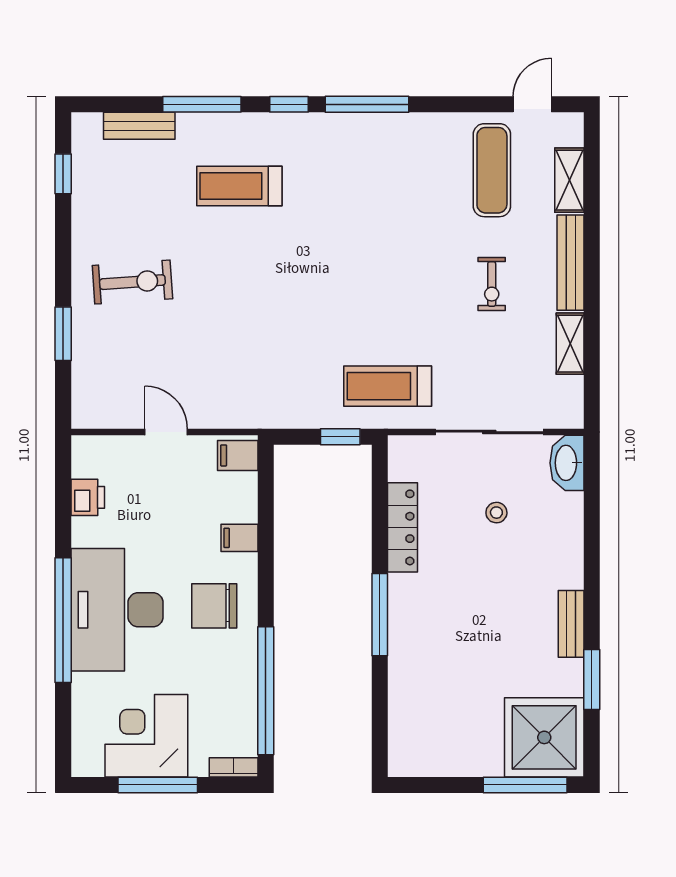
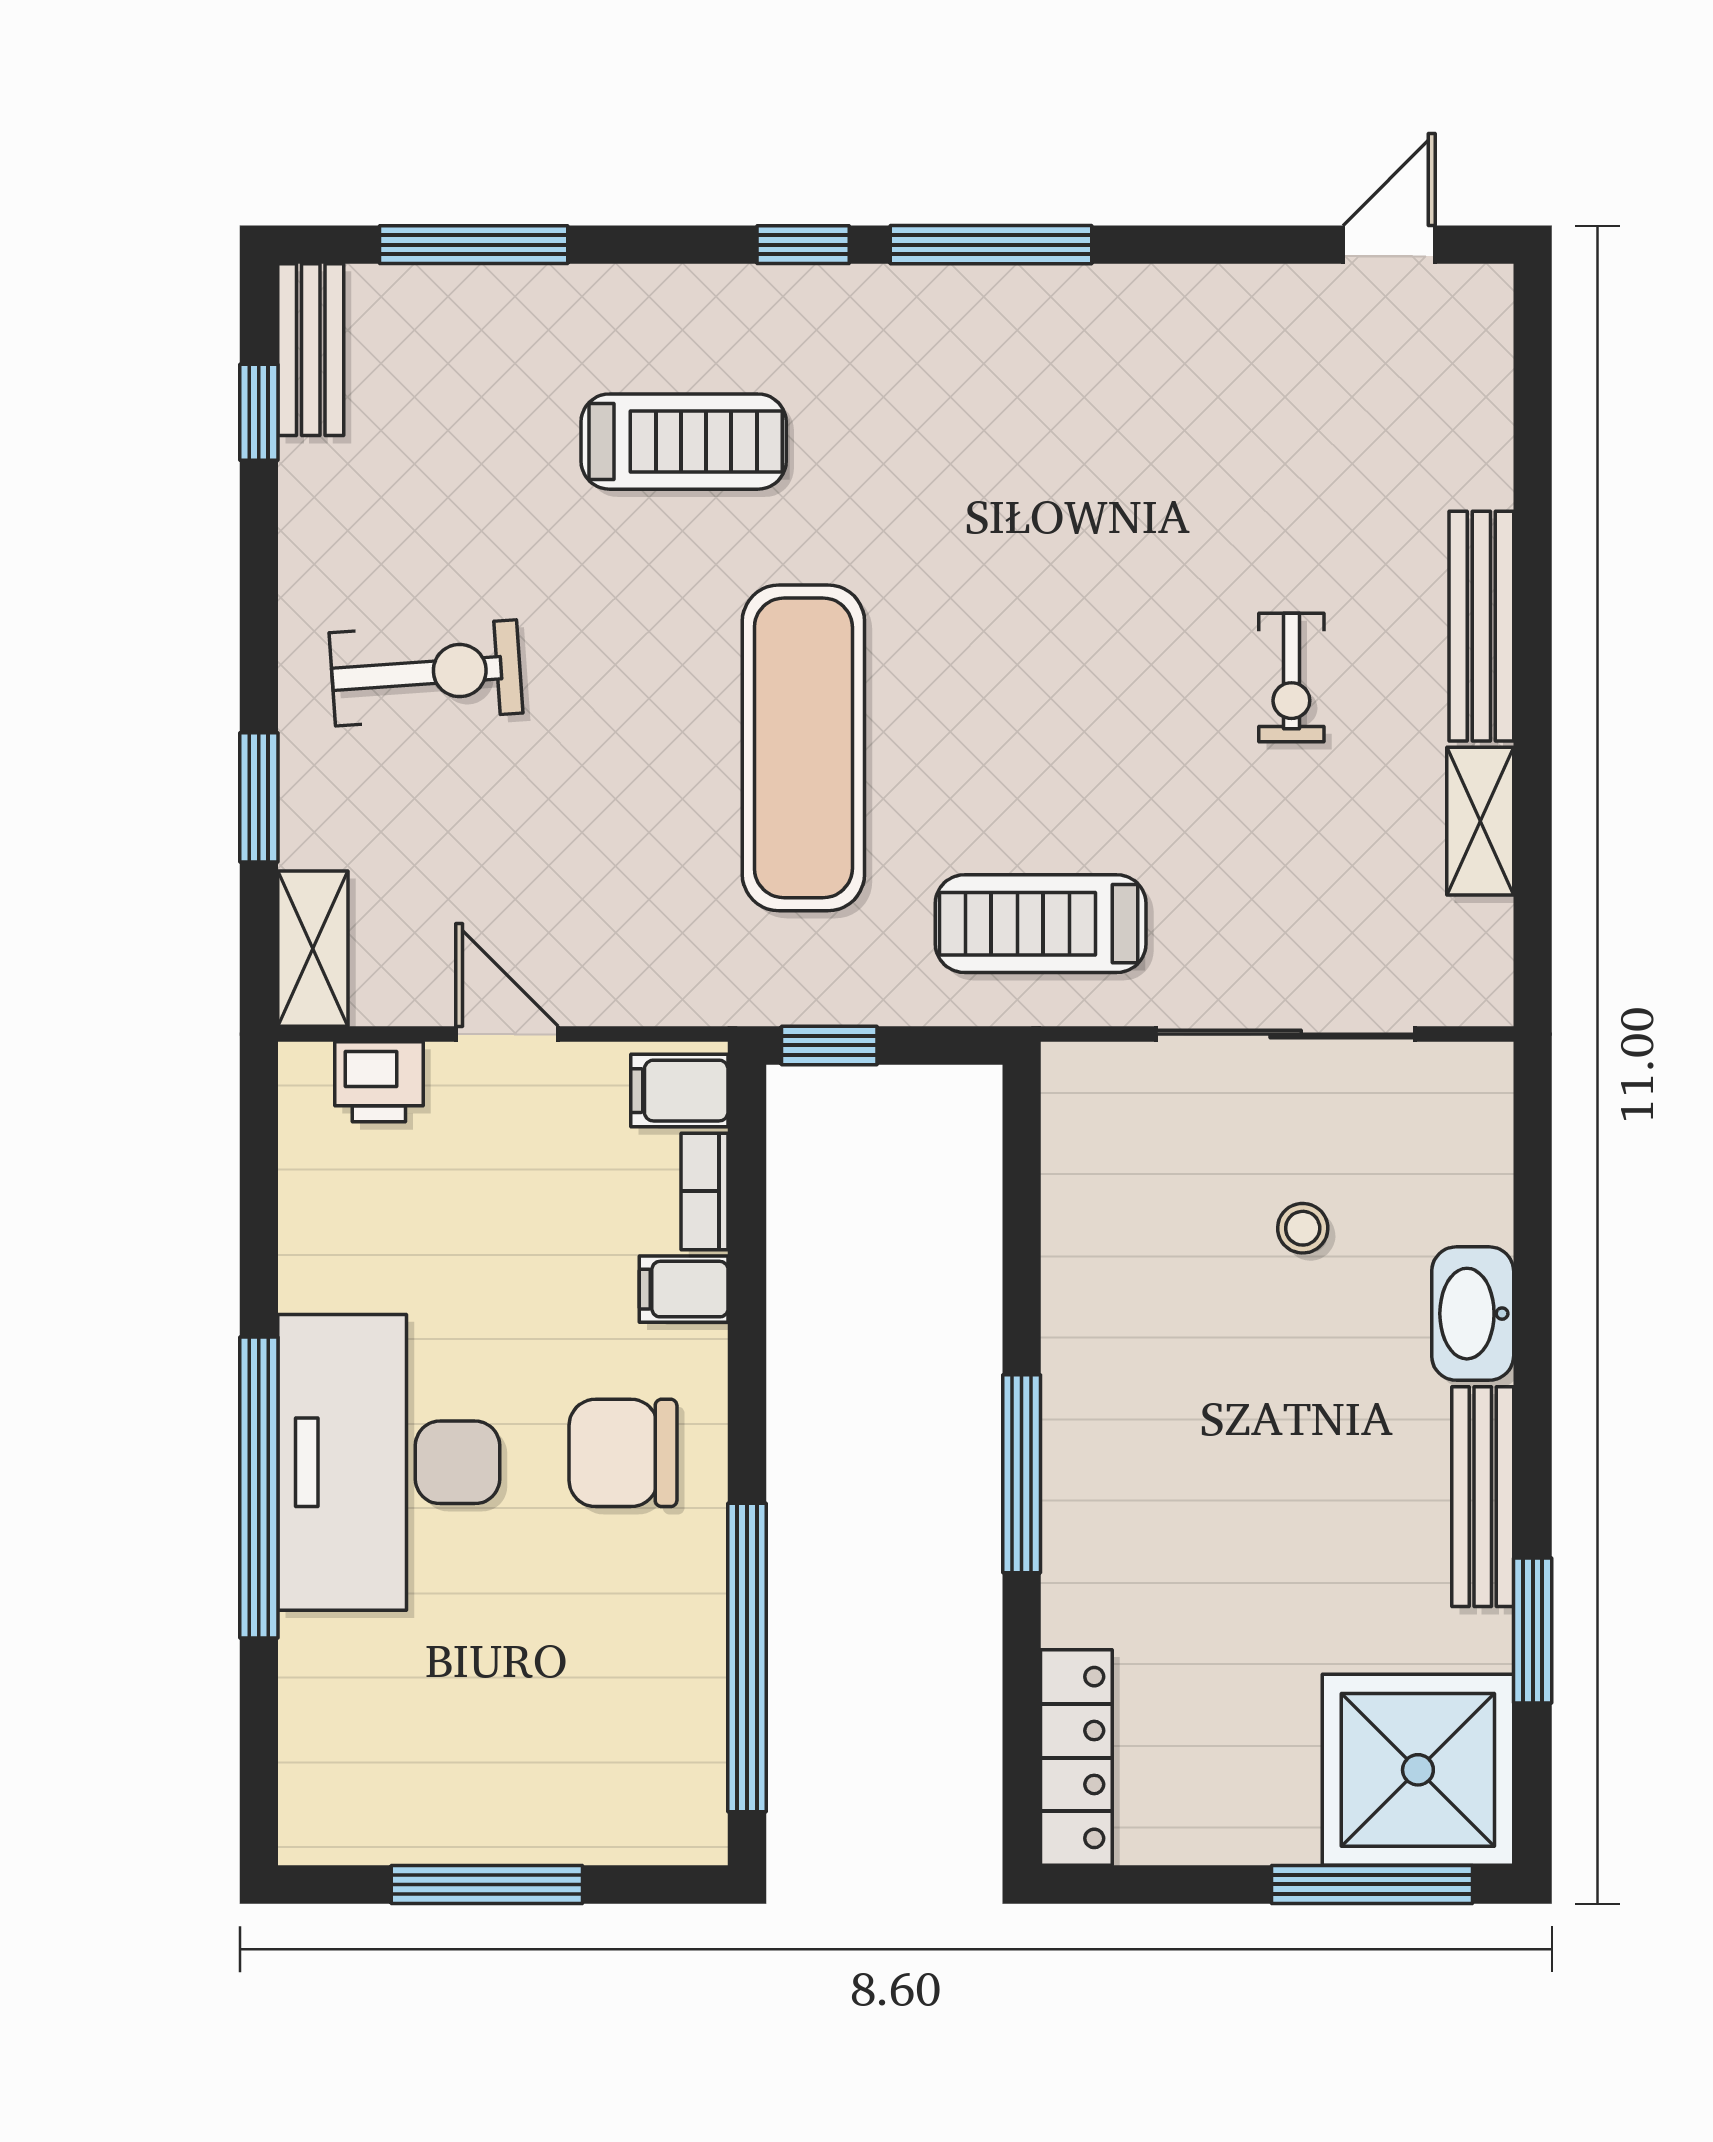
window: (202, 104) -> (474, 245), moved
bench: (139, 126) -> (311, 350), moved, turned 90
exercise mat: (492, 170) -> (803, 748), moved, width x1.36, depth x1.45
shelving: (569, 180) -> (313, 949), moved
treadmill: (239, 186) -> (684, 442), turned 180
window: (340, 437) -> (829, 1045), moved
washbasin: (567, 463) -> (1473, 1314), moved
printer: (88, 497) -> (379, 1082), moved, turned 90
locker: (402, 527) -> (1076, 1758), moved
bench: (571, 624) -> (1483, 1497), width x1.36
corner desk: (146, 736) -> (459, 1766), removed
bookcase: (234, 767) -> (705, 1191), moved, turned -90

